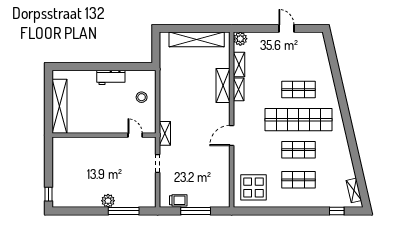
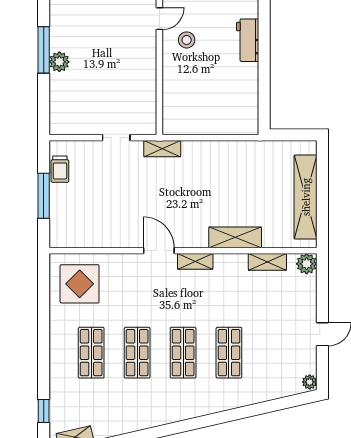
plant: (318, 37) -> (310, 382), added
workbench: (111, 77) -> (248, 40), moved
shelving: (239, 89) -> (195, 261), moved
stool: (142, 97) -> (187, 40), moved
shop shelf: (299, 120) -> (183, 353), width x0.50, depth x0.74
door: (135, 135) -> (159, 19), moved
window: (124, 211) -> (44, 50), moved

